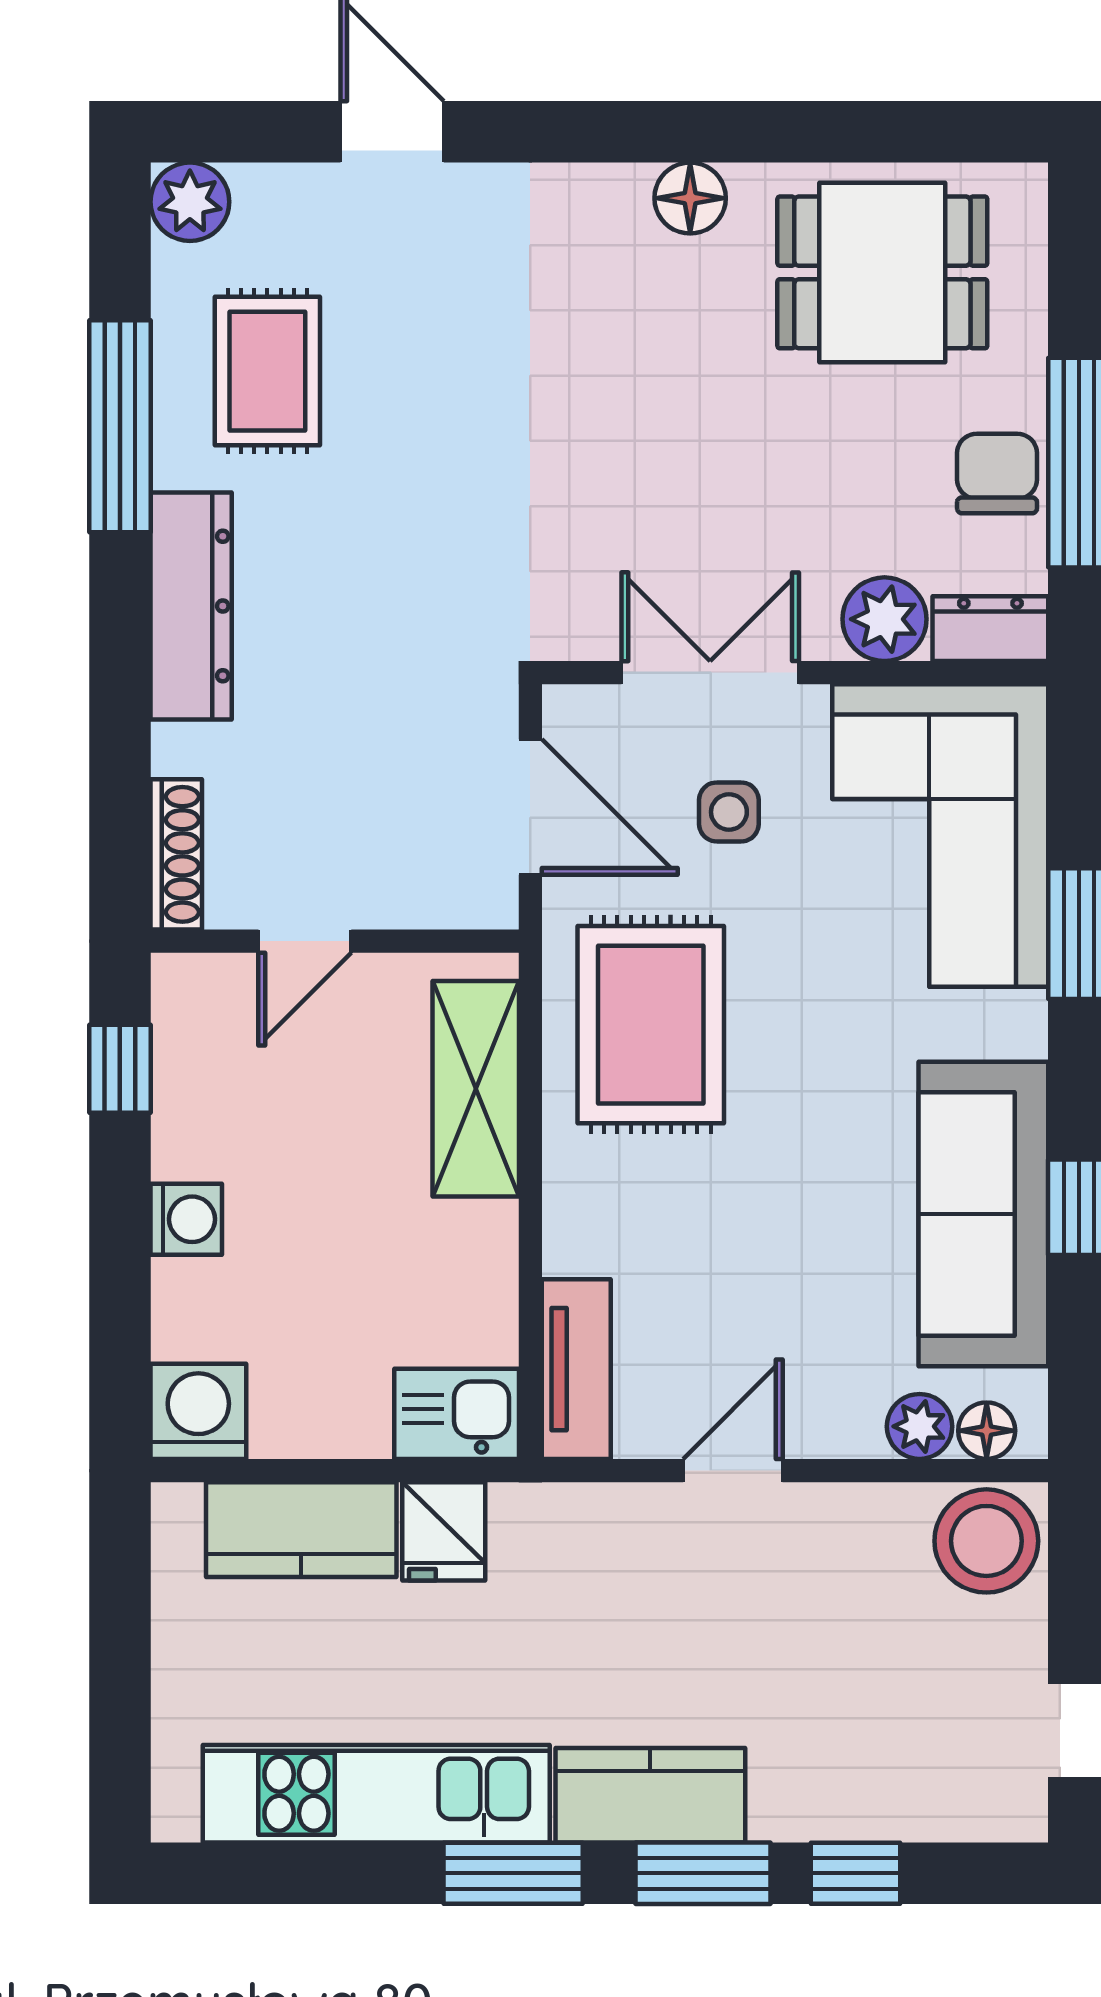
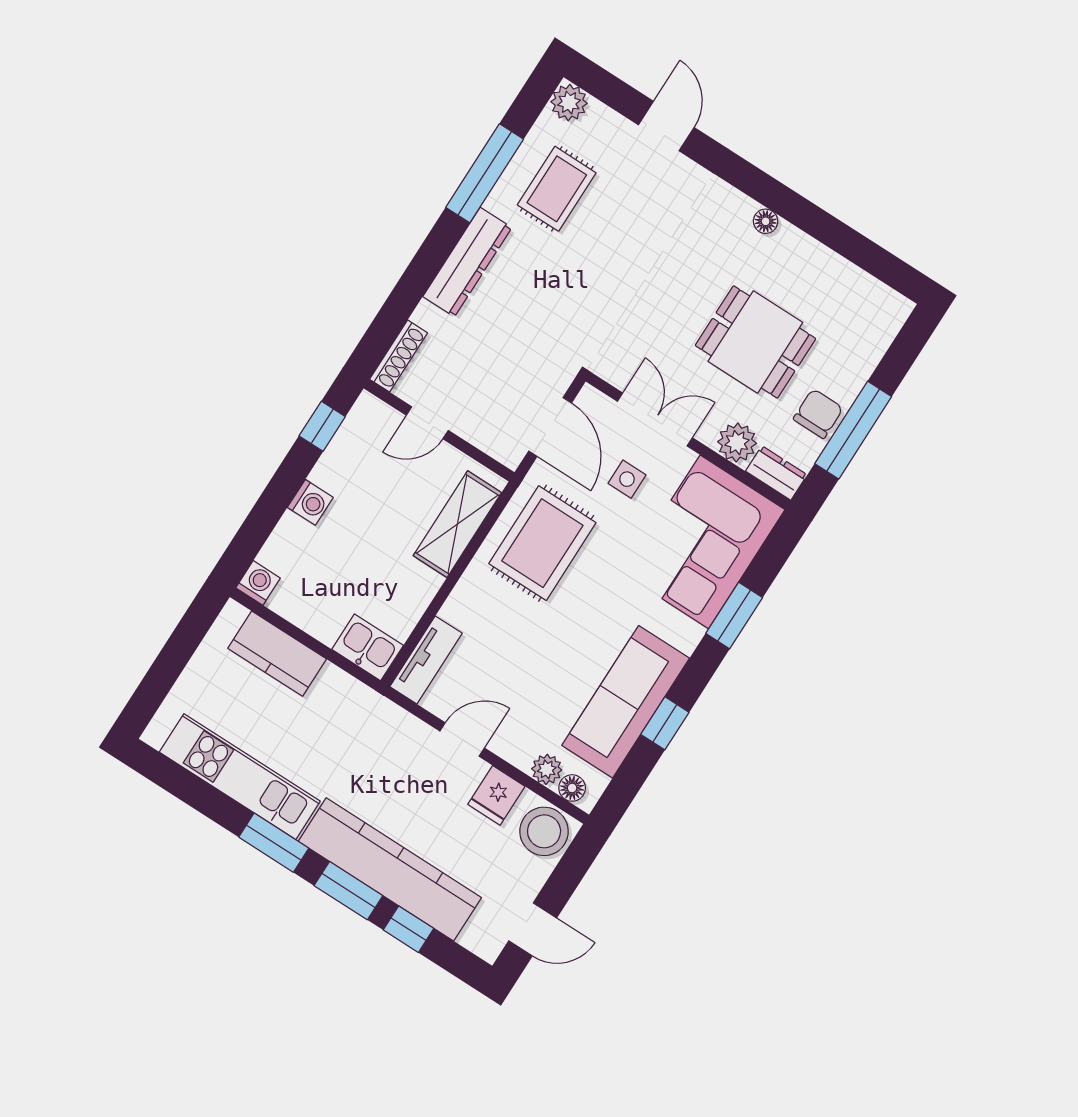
floor lamp: (690, 198) -> (766, 221), width x0.73, depth x0.73
dining table: (882, 272) -> (755, 342), moved
washing machine: (198, 1411) -> (258, 583), width x0.73, depth x0.73
fridge: (444, 1531) -> (496, 795), moved
kitchen counter: (650, 1795) -> (390, 869), width x2.08, depth x1.17

